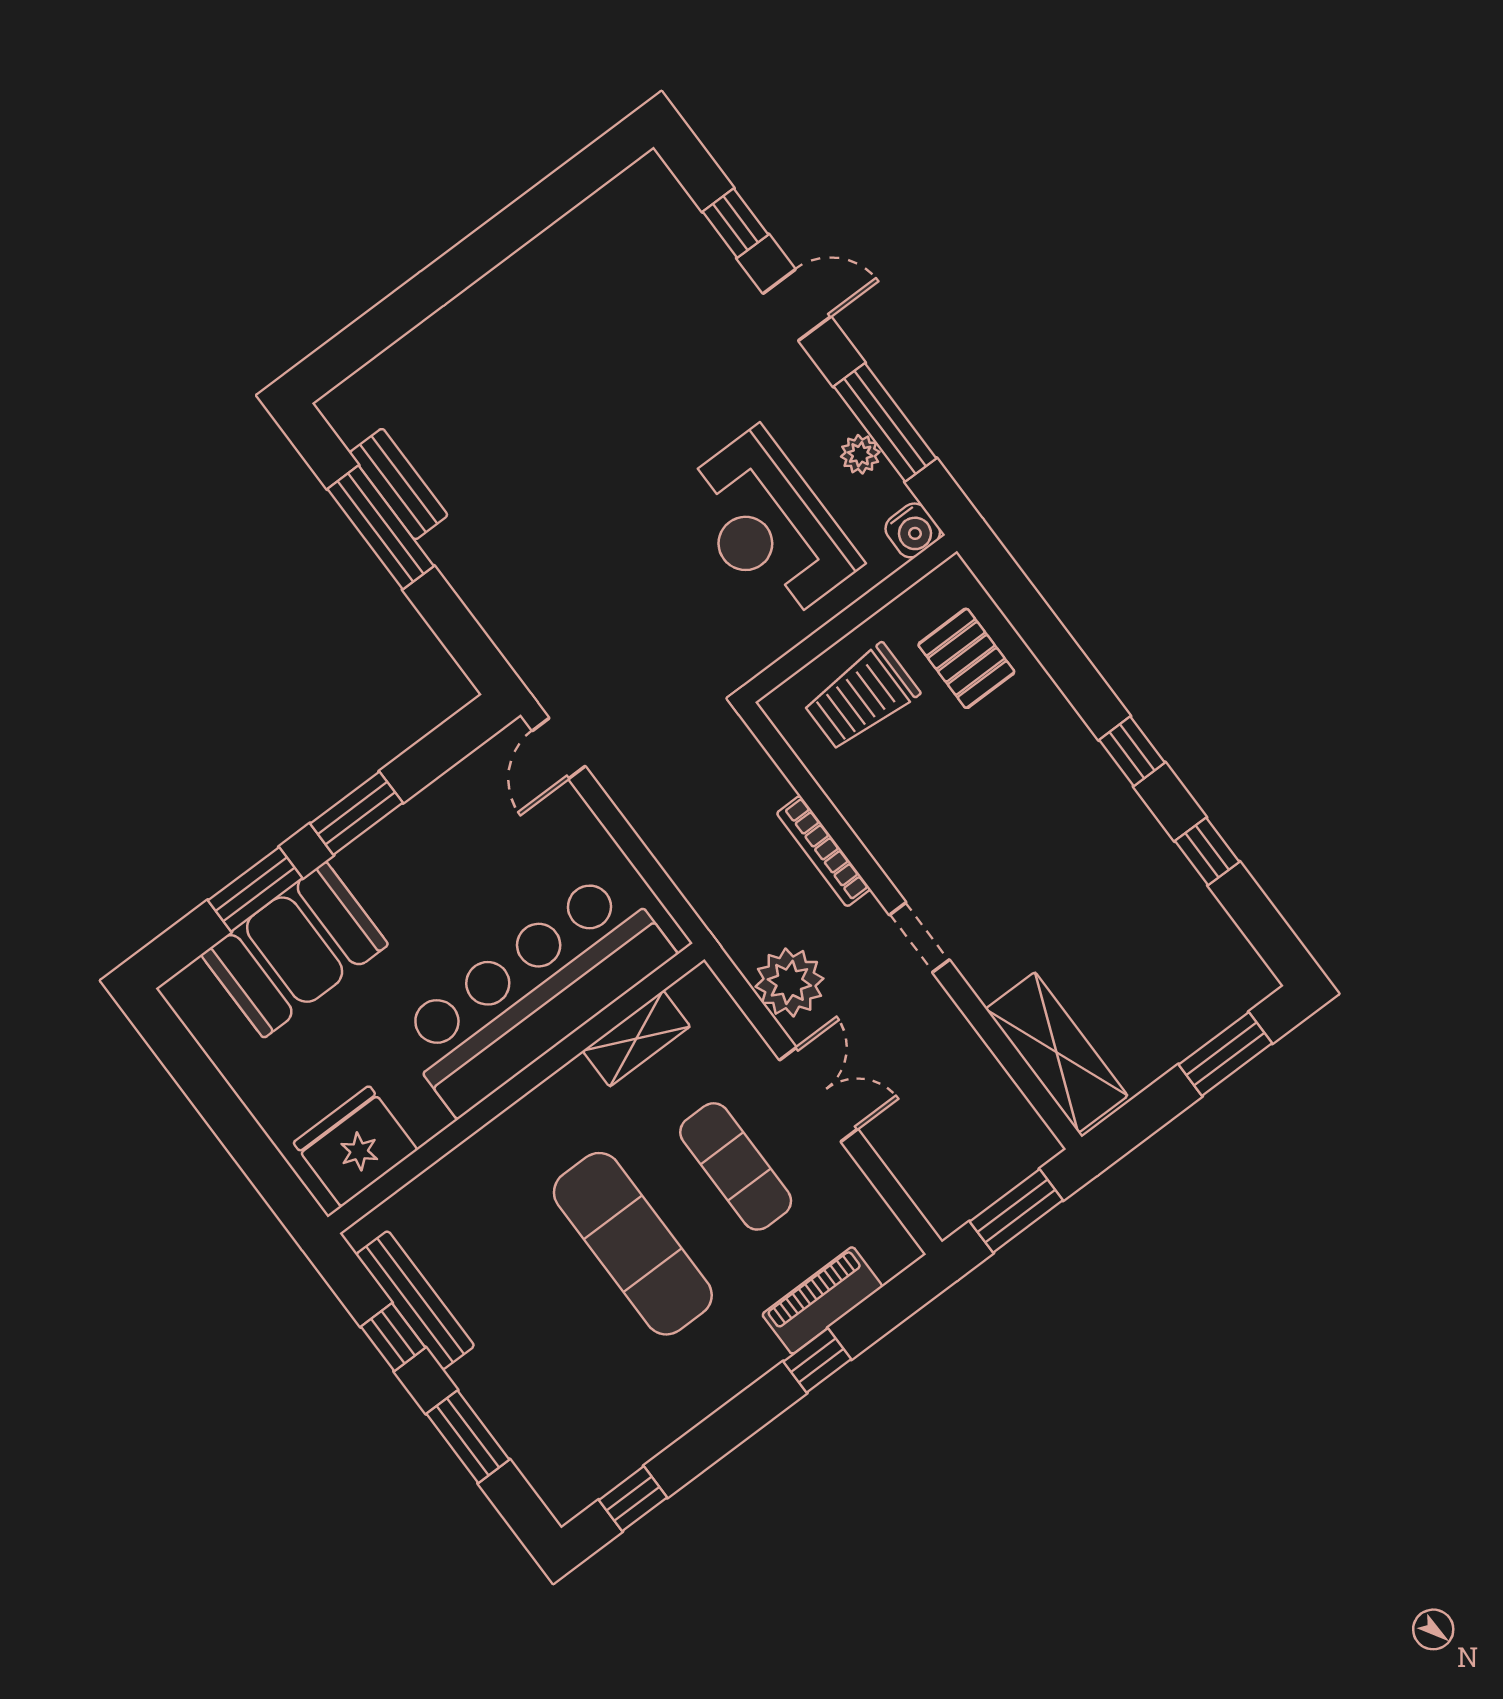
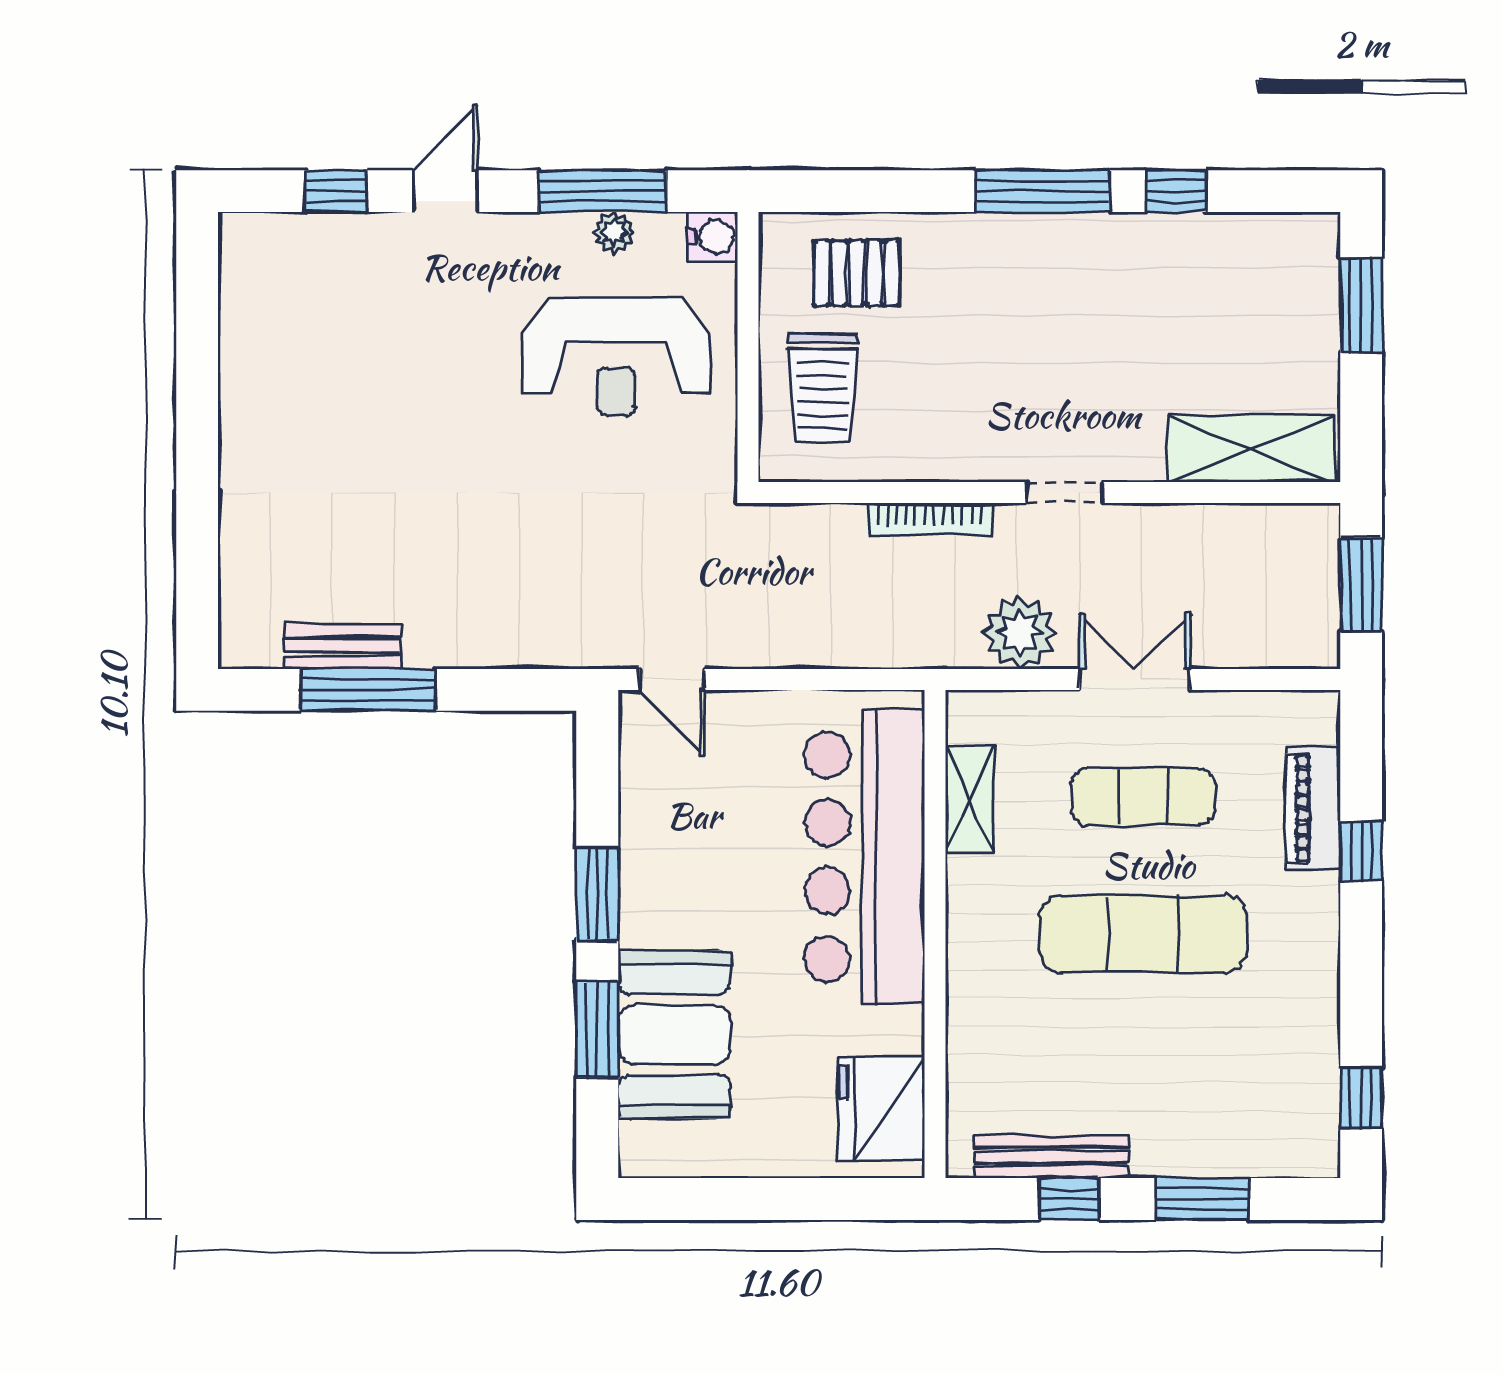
window: (1132, 751) -> (1042, 191), width x2.17

